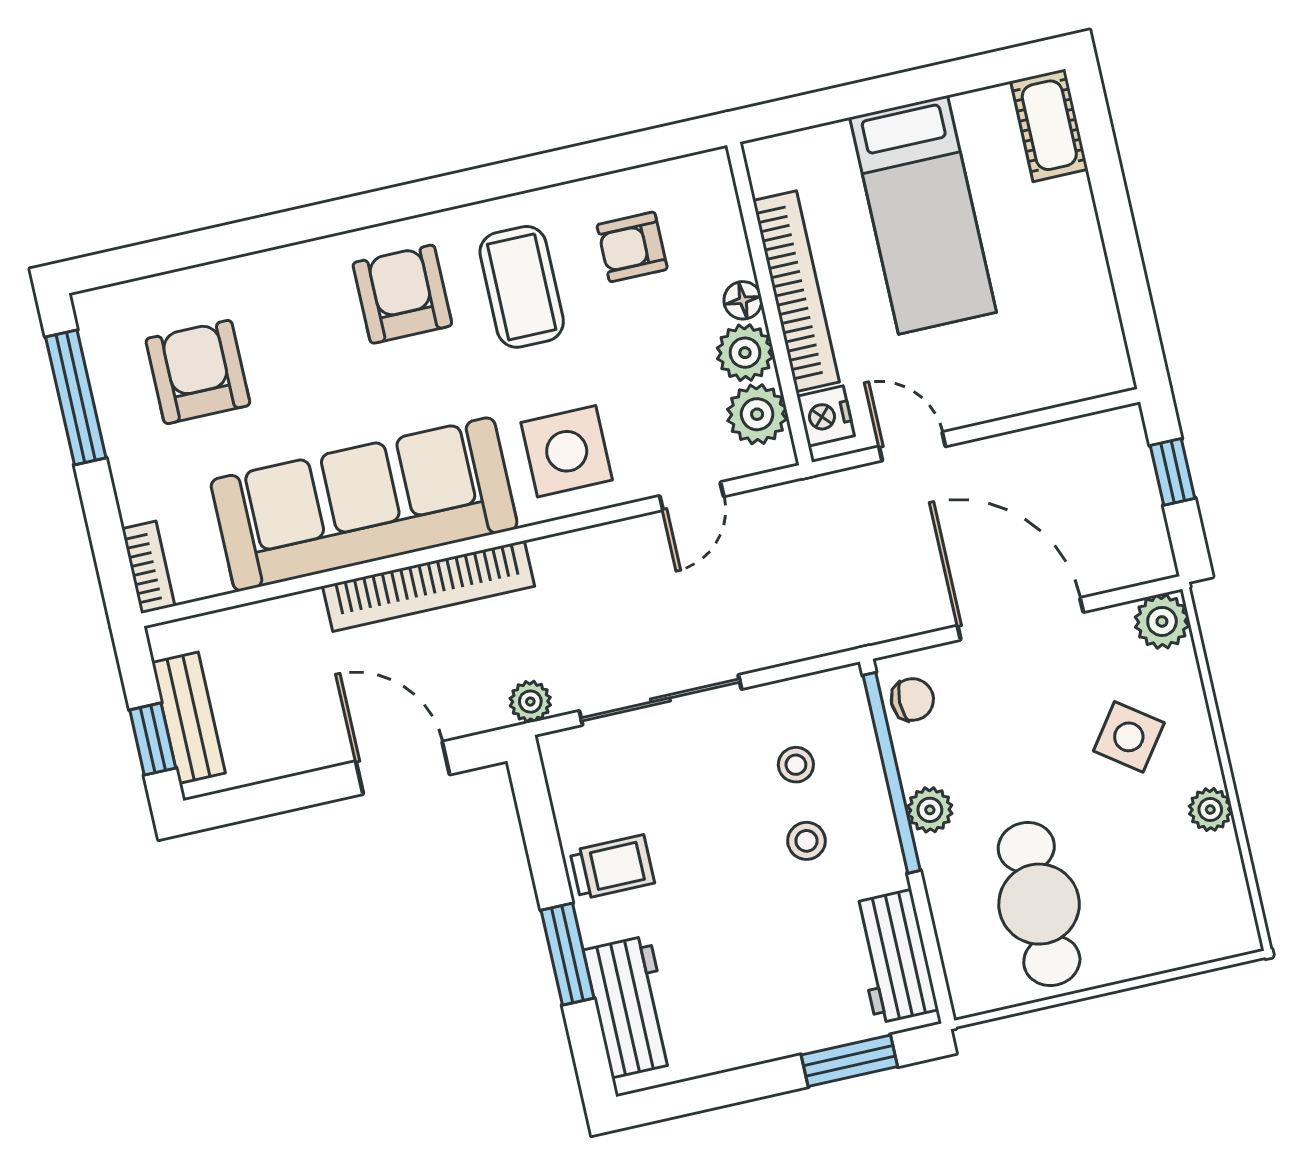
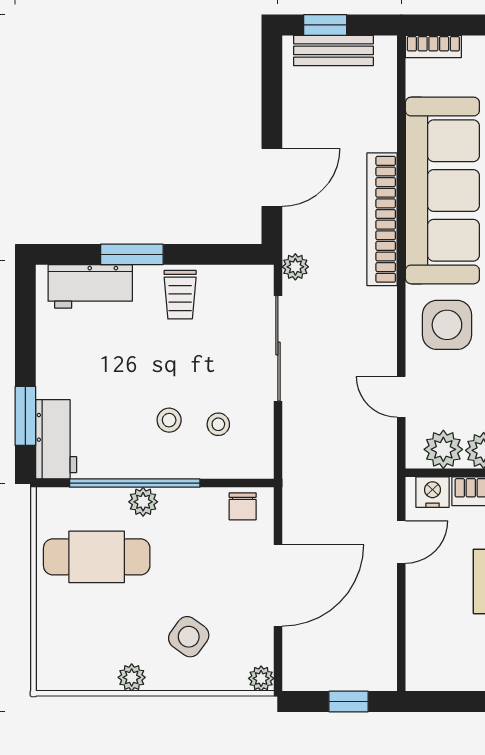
plant: (1162, 621) -> (261, 678), width x0.73, depth x0.73
window: (892, 773) -> (135, 483), moved
plant: (930, 810) -> (143, 502), moved
workbench: (894, 957) -> (56, 439), moved, turned 90

